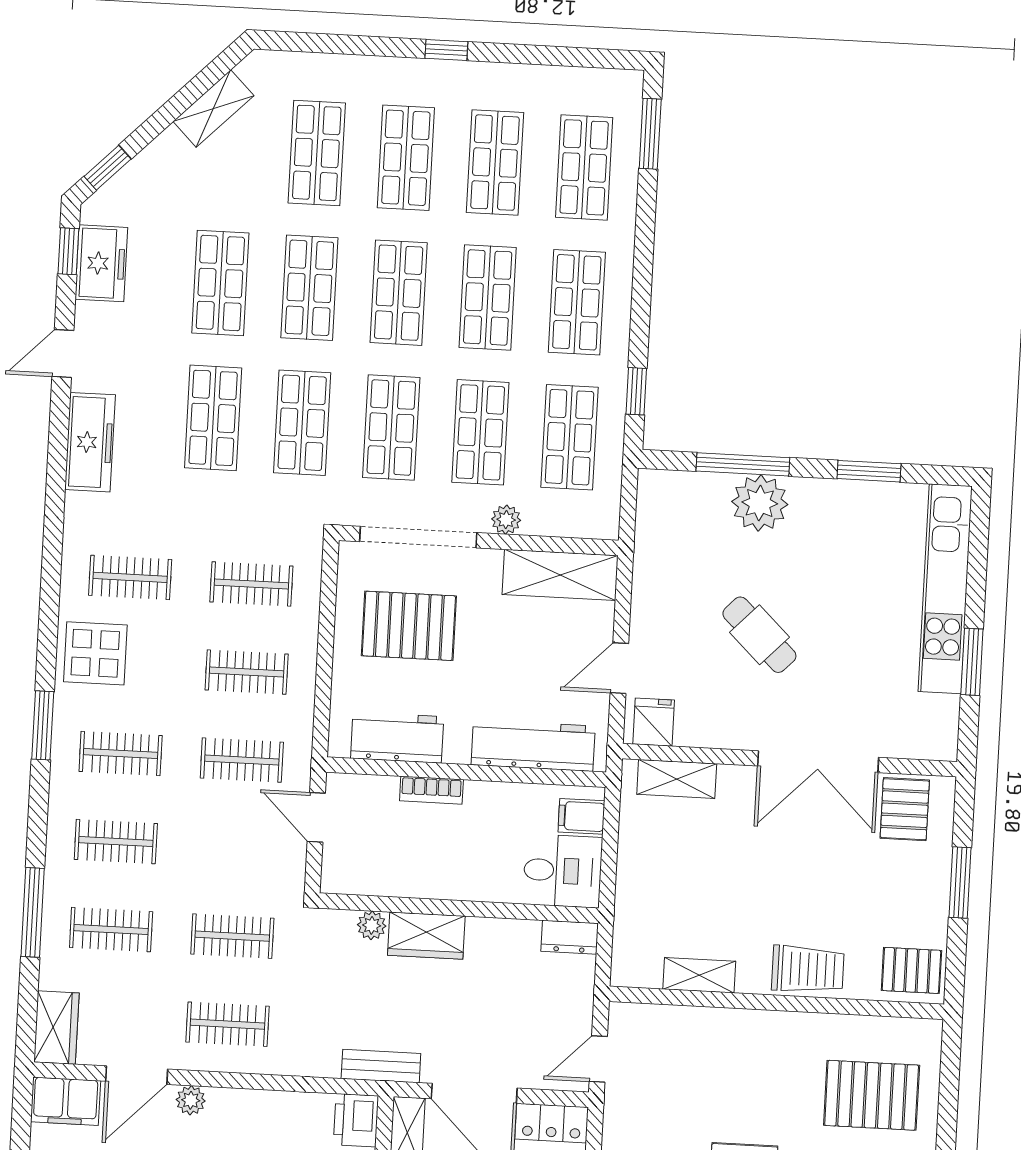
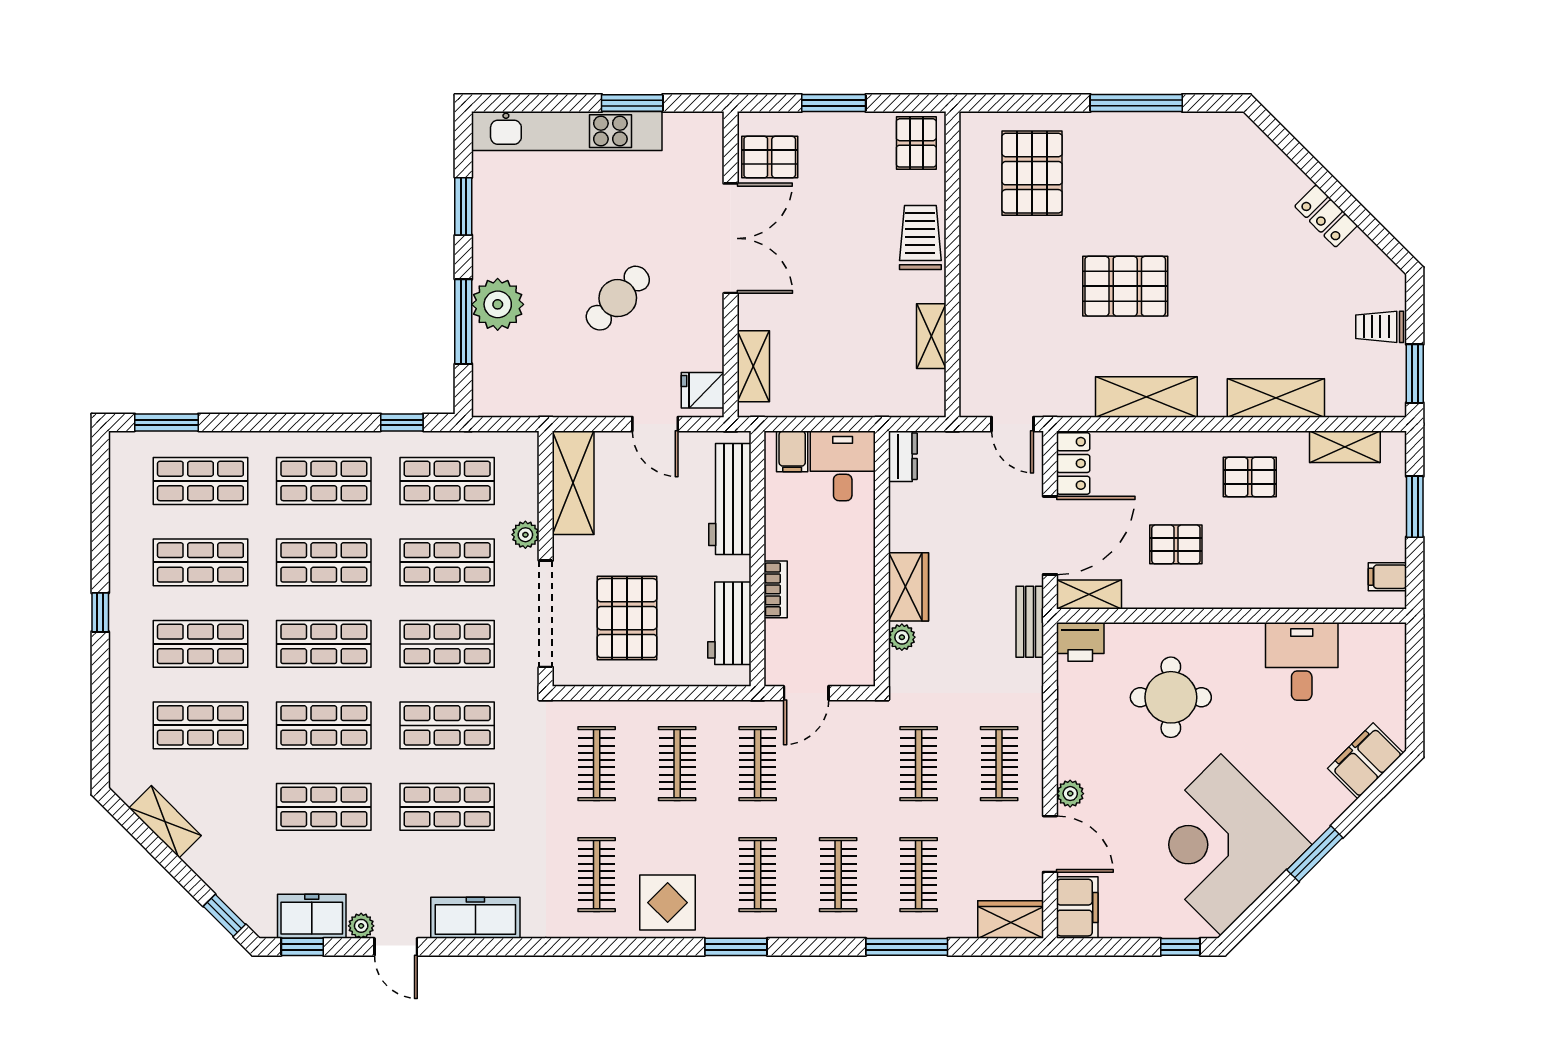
plant: (88, 317) -> (361, 926), added

